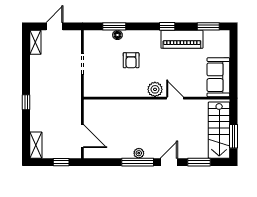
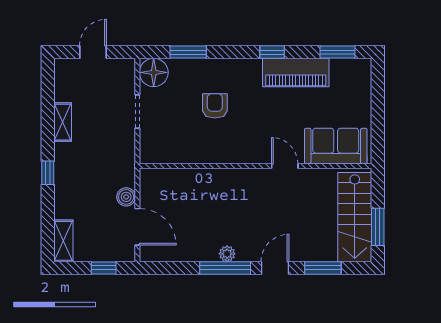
floor lamp: (117, 35) -> (154, 72), moved, width x1.89, depth x1.89
shelving: (35, 42) -> (63, 122), moved
armchair: (131, 60) -> (215, 106), turned 180
sofa: (218, 77) -> (336, 146), moved, turned 90
plant: (155, 89) -> (253, 152), removed
boiler: (75, 117) -> (126, 197), added

